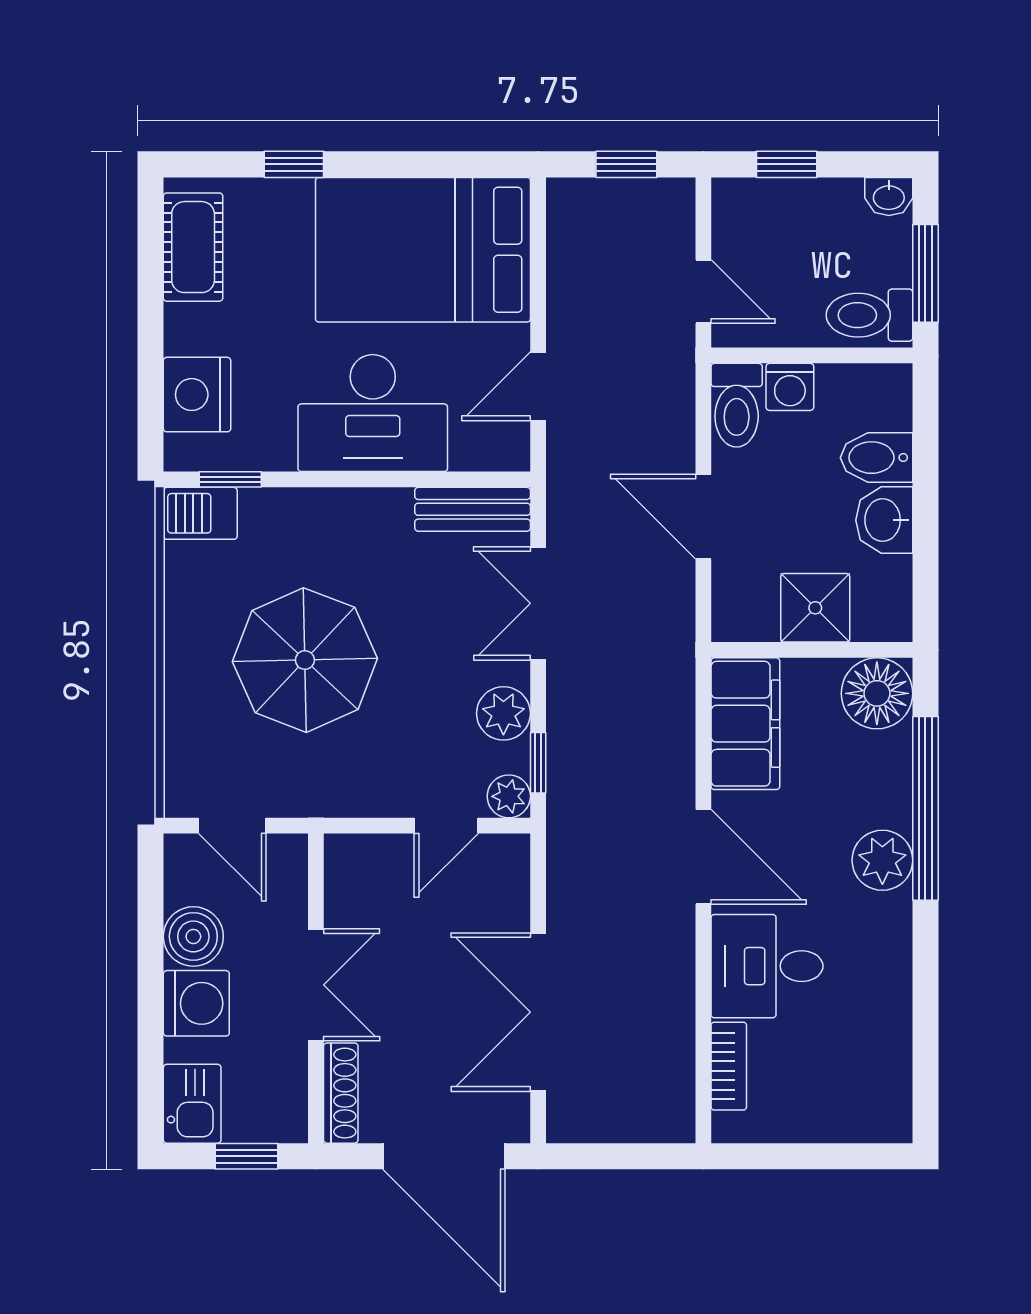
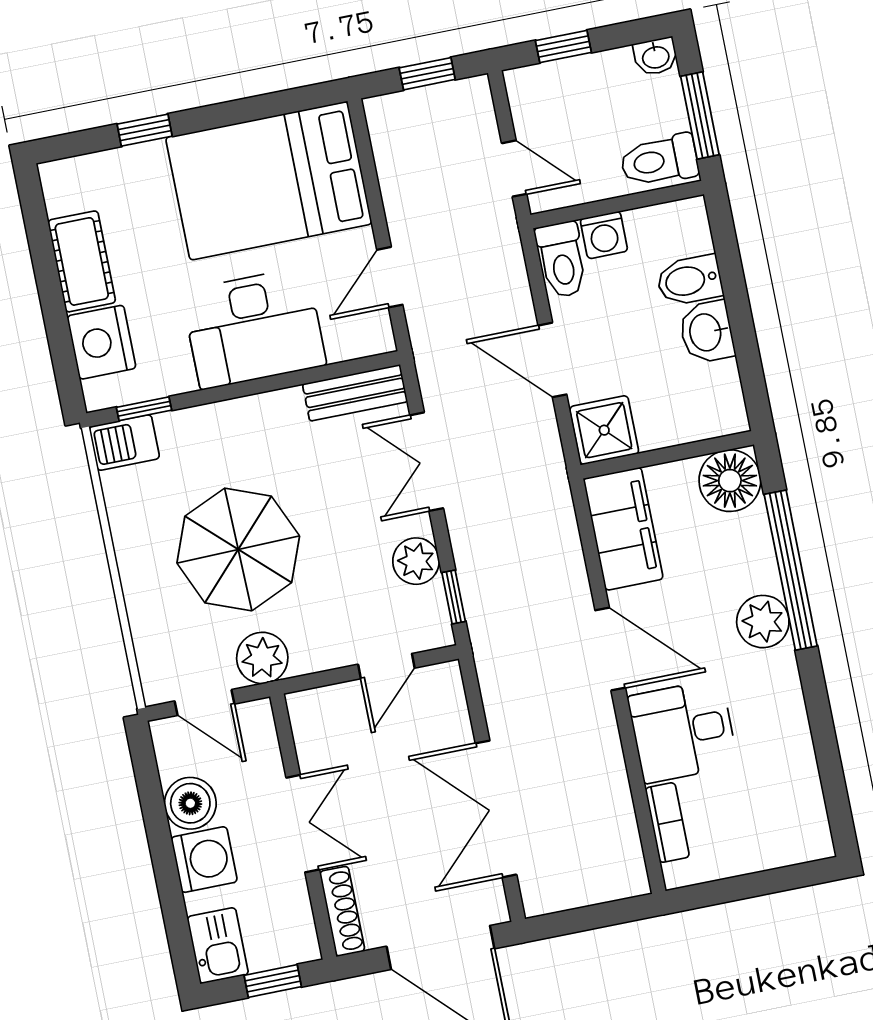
cot: (193, 247) -> (82, 261), moved
shower: (815, 608) -> (604, 430), moved
plant: (509, 796) -> (262, 658), moved, width x1.38, depth x1.38

